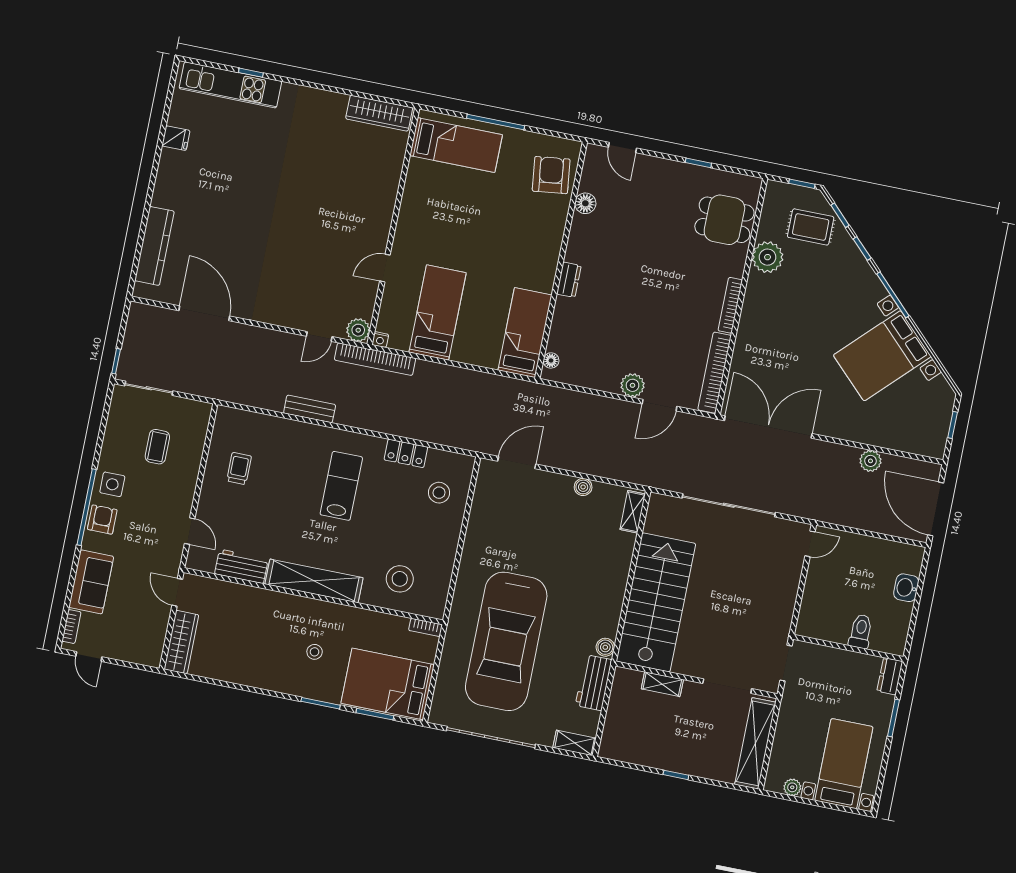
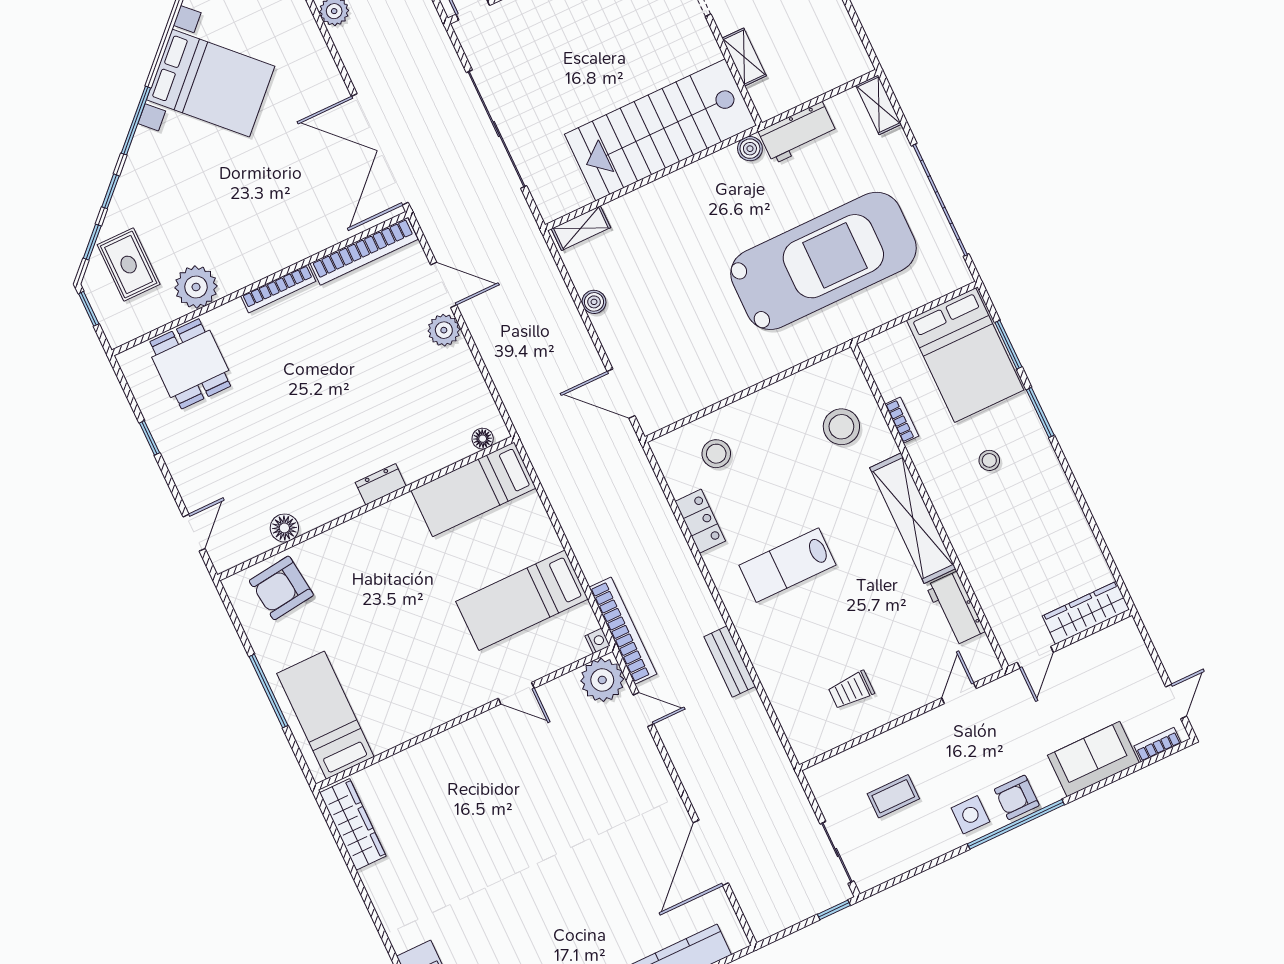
plant: (358, 330) -> (602, 680), width x1.36, depth x1.36
bookcase: (425, 627) -> (902, 420), moved

